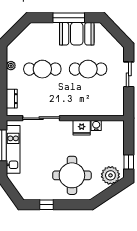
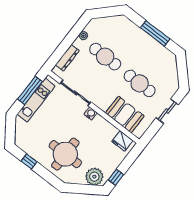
booth: (77, 34) -> (125, 115), moved
dresser: (12, 99) -> (67, 58), width x1.44
water cooler: (96, 126) -> (91, 114), moved
fridge: (82, 128) -> (122, 141), moved

